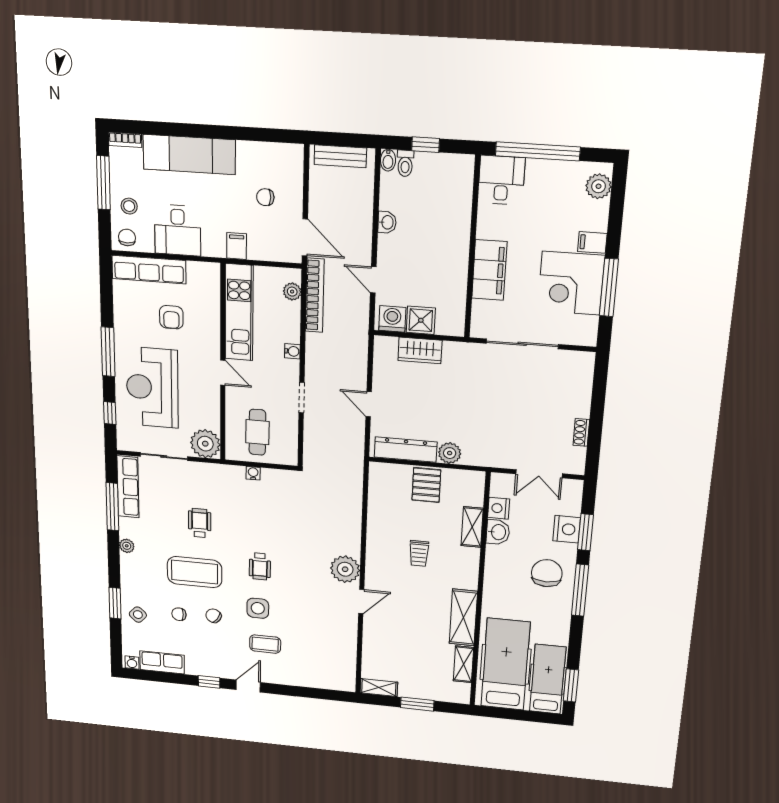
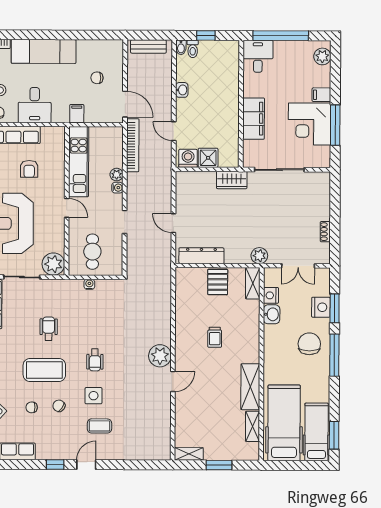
plant: (292, 292) -> (117, 175), moved
wardrobe: (420, 350) -> (232, 180), moved
plant: (450, 453) -> (259, 256), moved
shelving: (472, 527) -> (253, 283), moved

